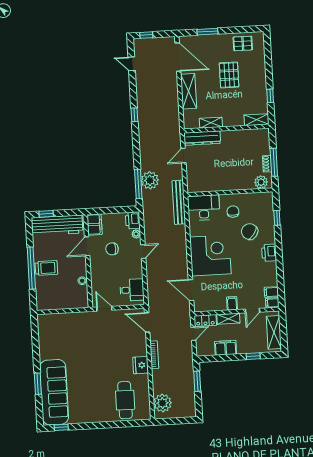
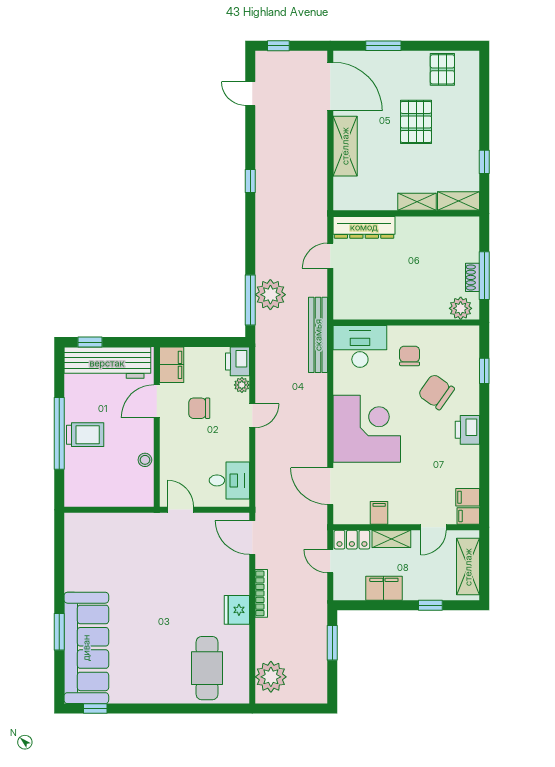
pallet: (243, 43) -> (442, 69), turned 90
shelving: (211, 123) -> (417, 202), moved
filing cabinet: (232, 303) -> (379, 513), moved
door: (193, 334) -> (330, 561), swing flipped

